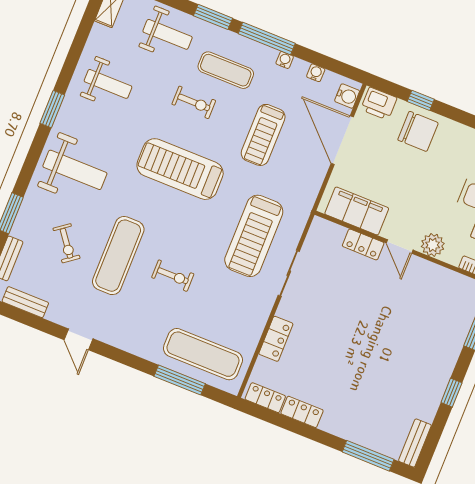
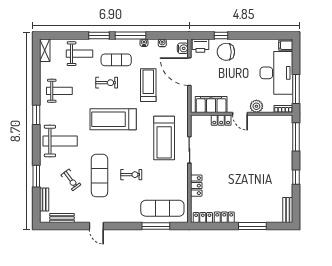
chair: (418, 131) -> (226, 52), turned 180
treadmill: (263, 135) -> (148, 85), turned 180
window: (368, 456) -> (252, 226), moved

